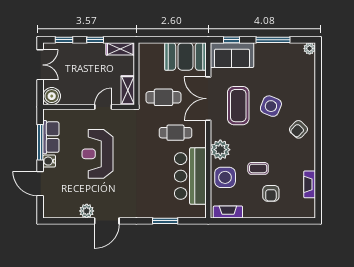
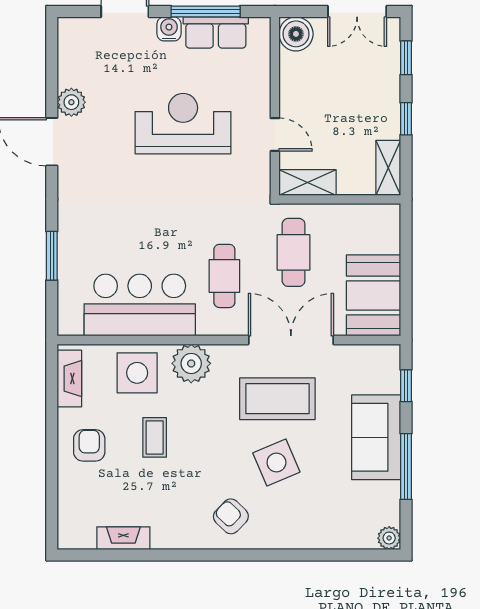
sofa: (232, 55) -> (376, 437), moved
side table: (271, 106) -> (276, 463), turned 45
armchair: (271, 193) -> (89, 445), moved, turned 90

